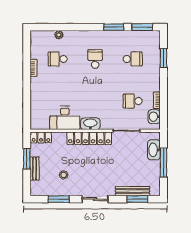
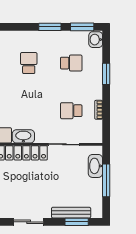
window: (163, 58) -> (106, 74), moved
washbasin: (154, 117) -> (96, 40), moved

